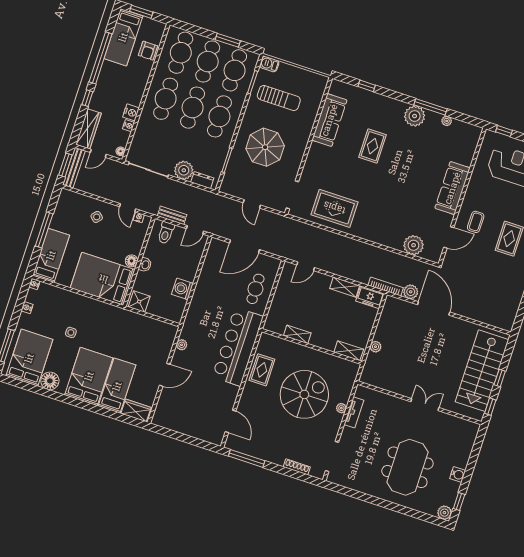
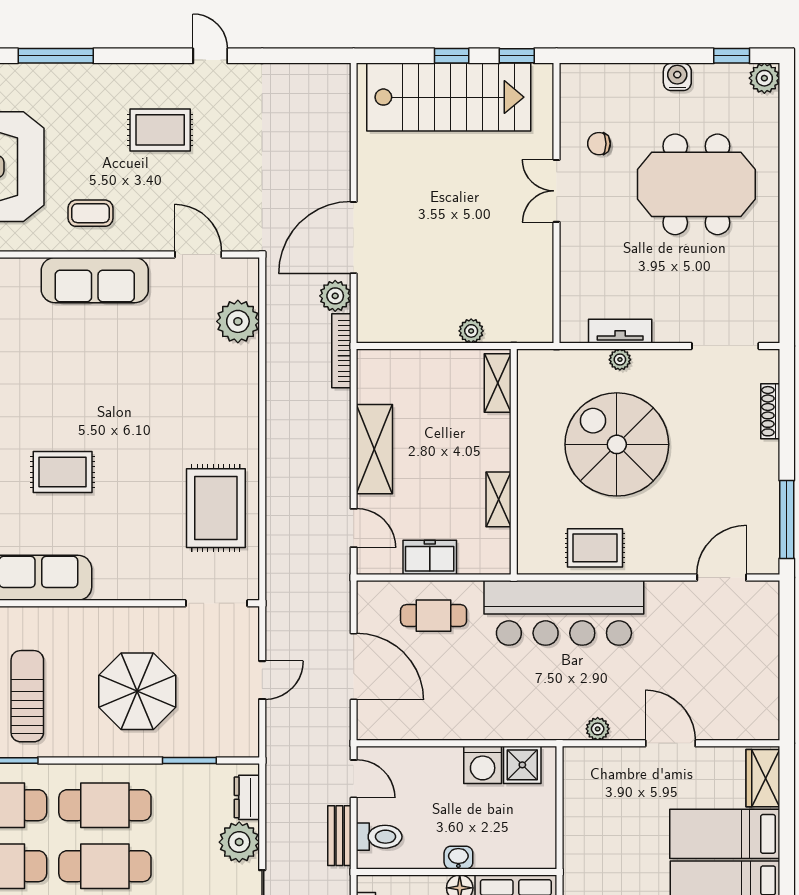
coffee table: (476, 222) -> (90, 213), moved
shelving: (345, 287) -> (374, 449), width x1.50, depth x1.33
freezer: (370, 297) -> (430, 557), moved, turned -90
shower: (139, 302) -> (522, 765), moved
chair: (440, 430) -> (599, 144), added

